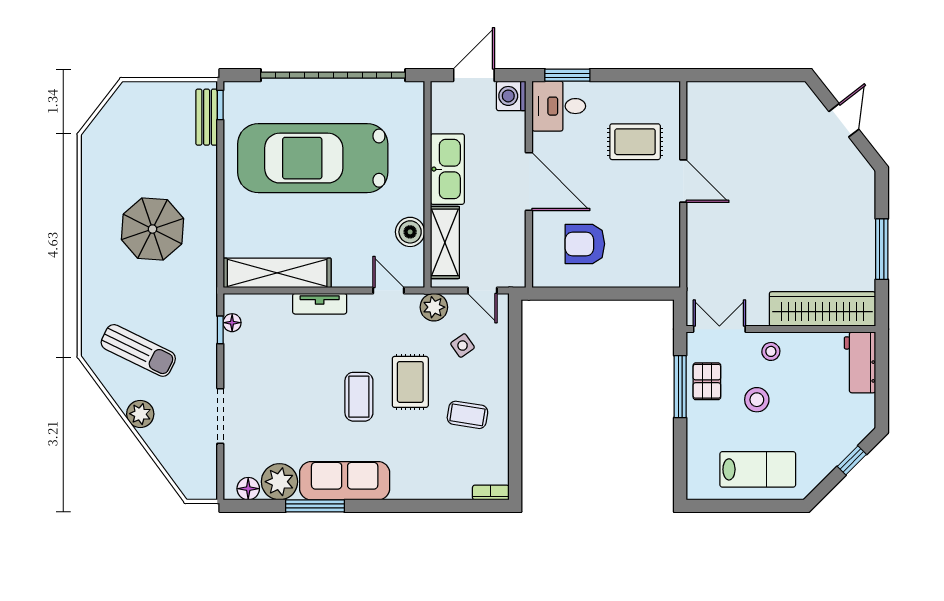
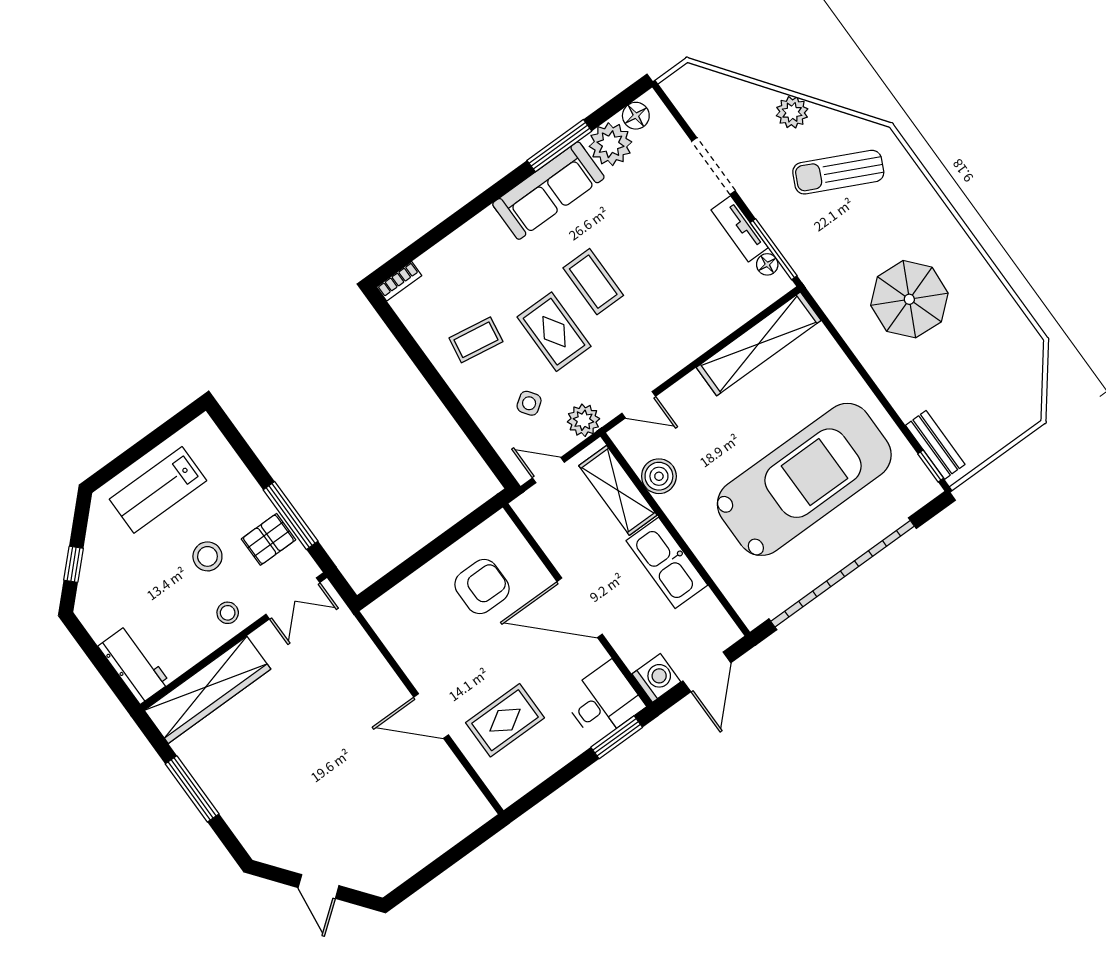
tv unit: (320, 304) -> (740, 229), moved, turned -90
window: (220, 330) -> (774, 249), width x2.17
pallet: (707, 381) -> (268, 539), turned 90

